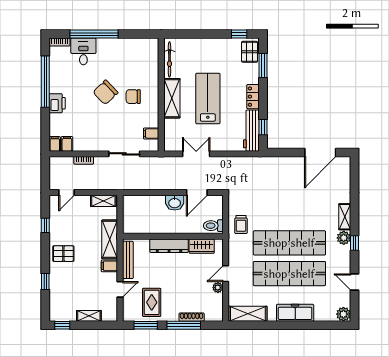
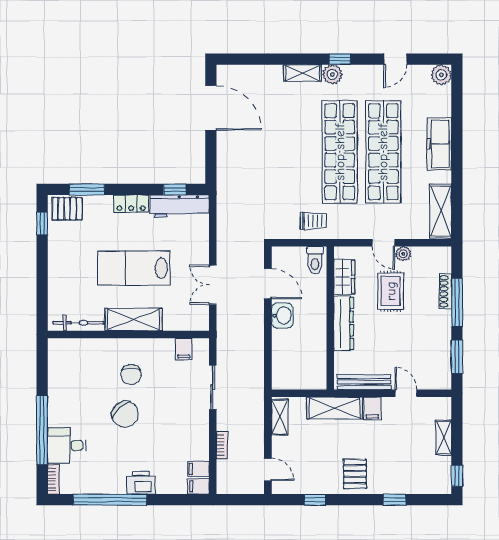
rug: (152, 302) -> (391, 291), moved, turned 90

